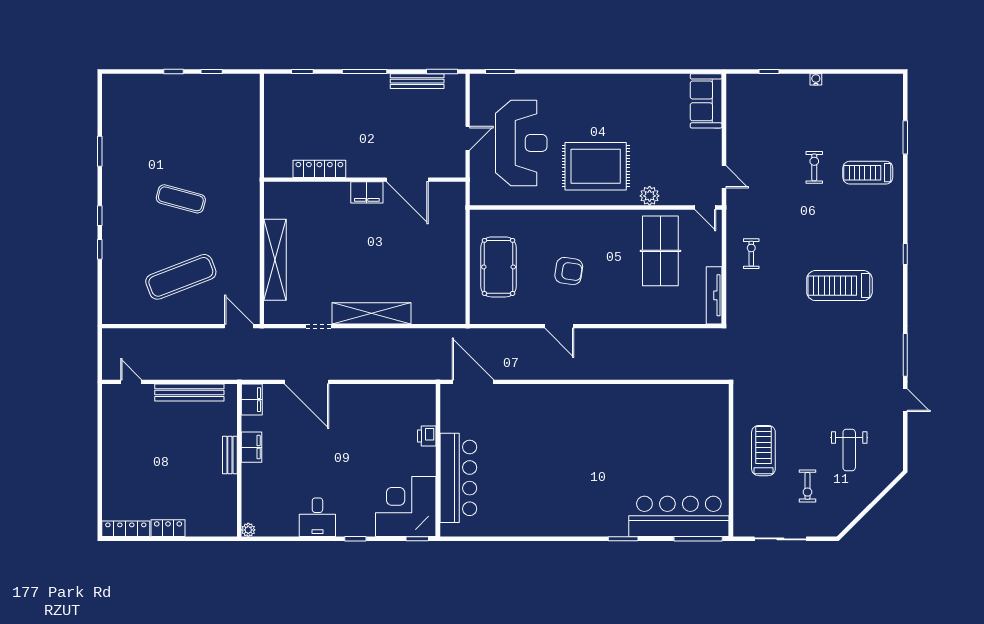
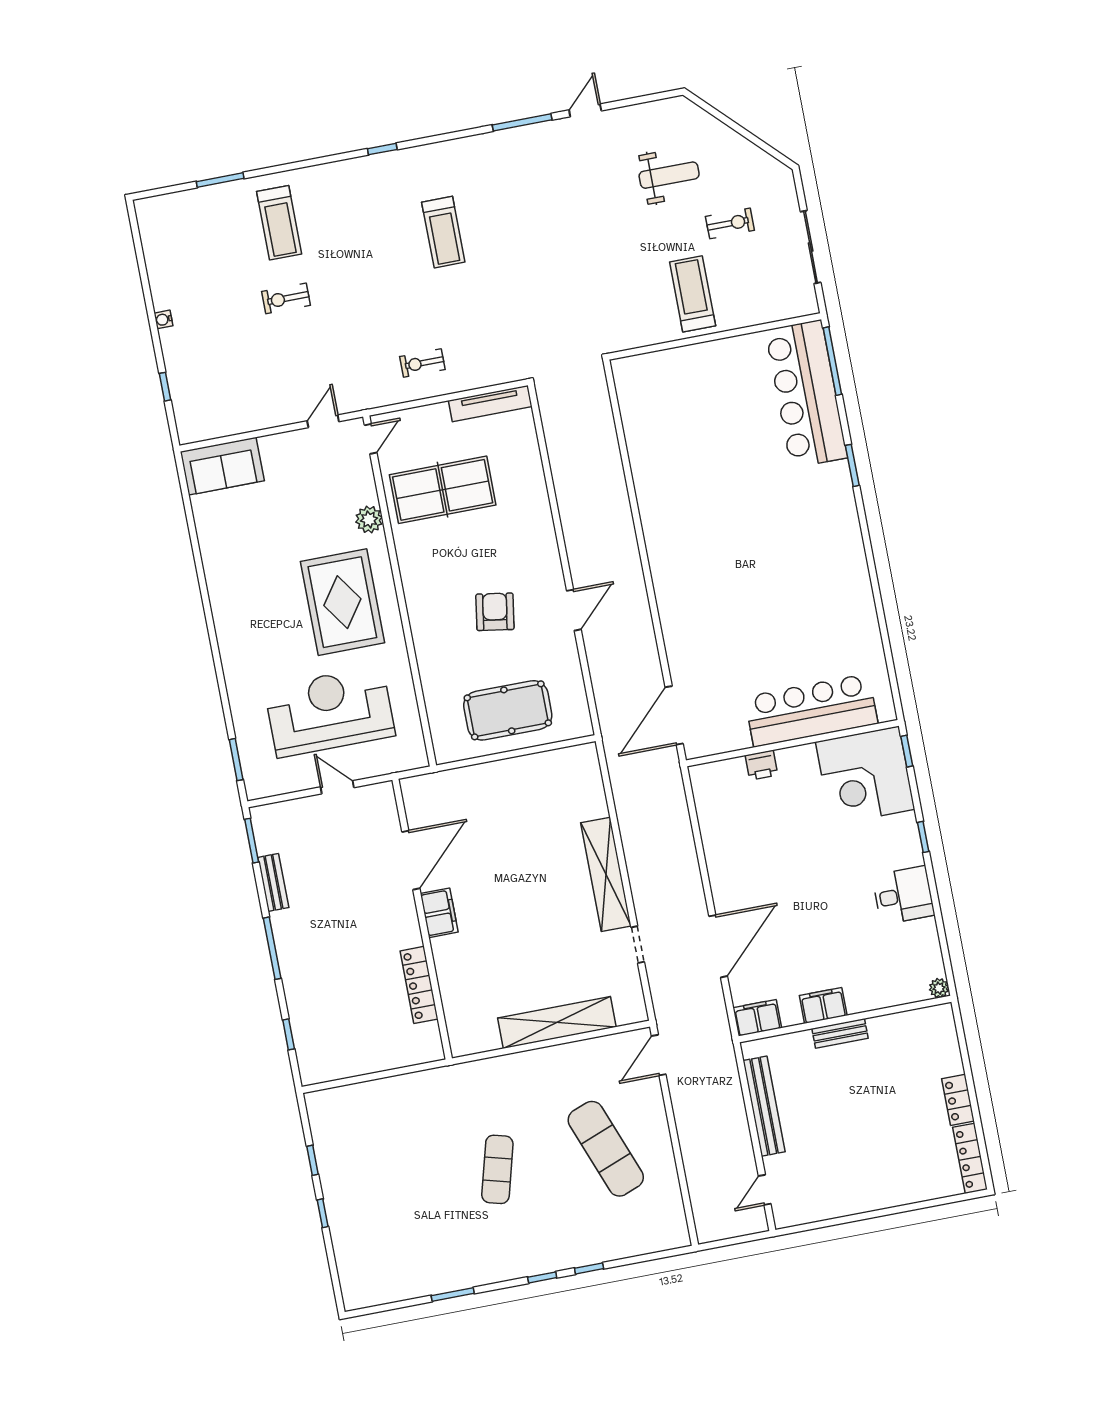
bench: (417, 81) -> (273, 882), width x0.73
treadmill: (839, 286) -> (443, 232), width x0.73, depth x0.73
treadmill: (763, 451) -> (693, 294), turned 90

